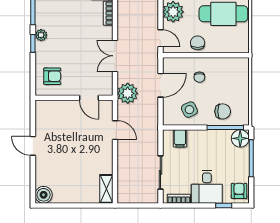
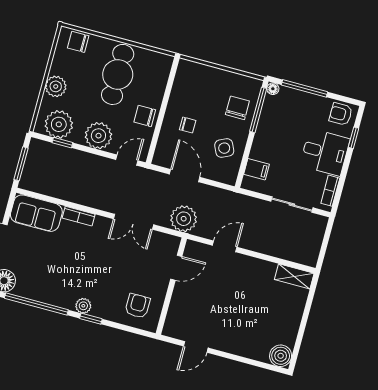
floor lamp: (240, 138) -> (273, 89), width x0.53, depth x0.53
door: (33, 146) -> (196, 347), moved

